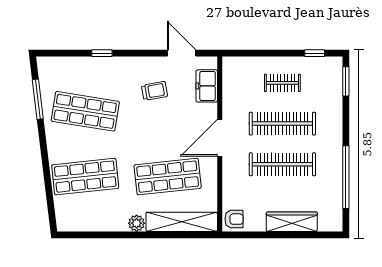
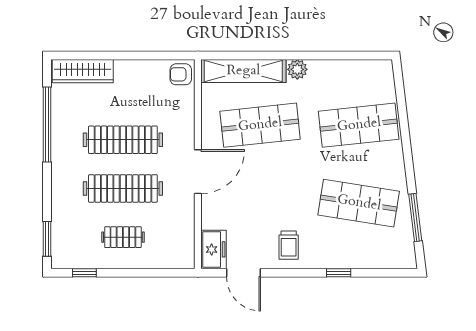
freezer: (207, 86) -> (213, 249), moved
trolley: (155, 91) -> (289, 245), moved, turned -80
wardrobe: (292, 222) -> (83, 71), moved

